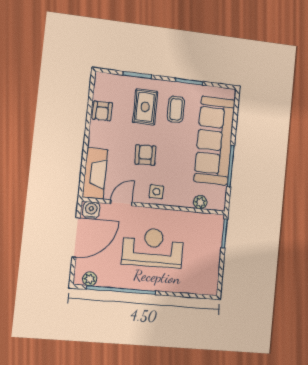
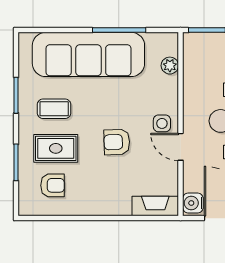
armchair: (102, 111) -> (53, 185), moved
fireplace: (95, 173) -> (155, 206), width x0.73, depth x0.76
door: (121, 203) -> (181, 147), moved

